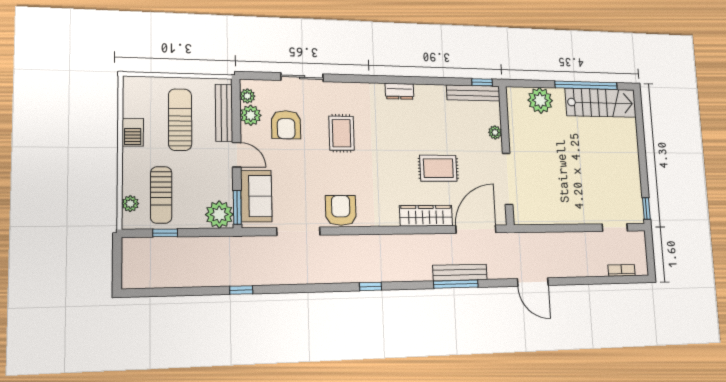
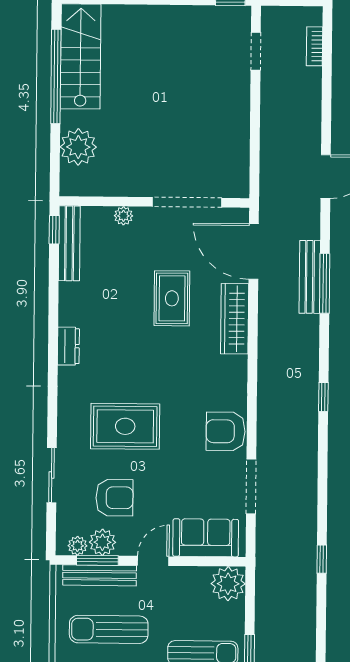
rug: (341, 133) -> (125, 426), width x1.36, depth x1.43
window: (237, 207) -> (97, 560), moved

